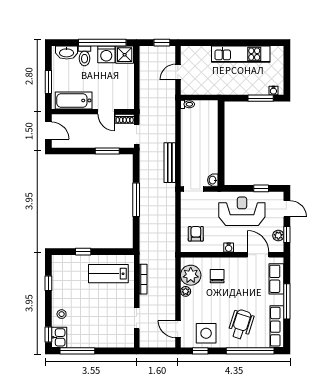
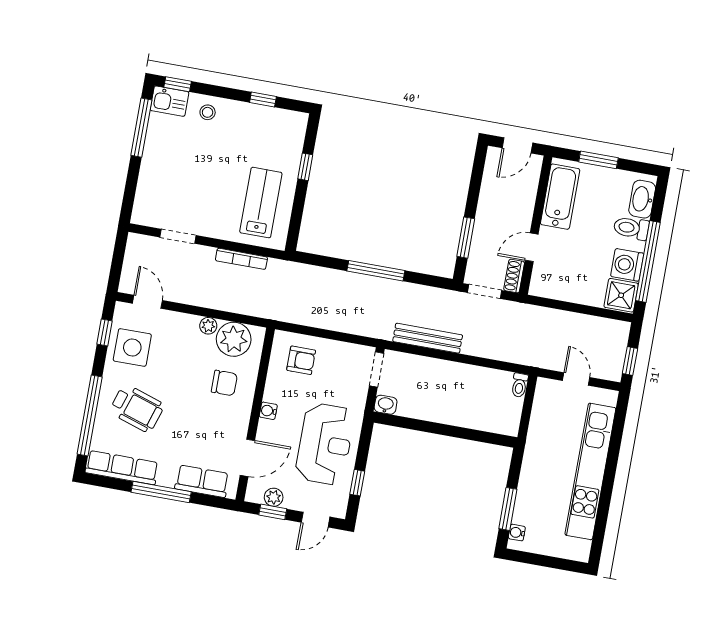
kitchen unit: (241, 54) -> (590, 471), width x1.36
door: (178, 329) -> (147, 302), hinge flipped

